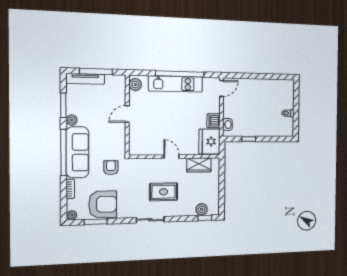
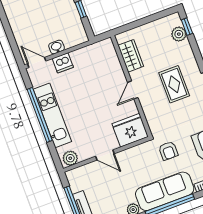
dishwasher: (213, 121) -> (63, 63), moved
washbasin: (227, 124) -> (57, 47), moved
fridge: (209, 141) -> (130, 130), moved, turned 180
armchair: (111, 168) -> (168, 151), turned -90

